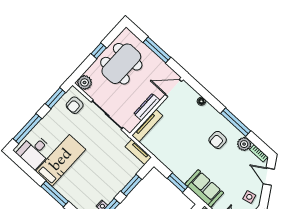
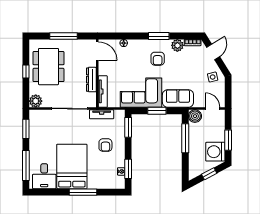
door: (173, 88) -> (97, 51), swing flipped
armchair: (75, 105) -> (105, 145), moved
window: (236, 122) -> (159, 36), width x0.69
tv unit: (138, 152) -> (102, 114), moved
corner sofa: (178, 156) -> (141, 93), added
bed: (61, 160) -> (72, 166), width x1.50
door: (269, 177) -> (213, 52), swing flipped
window: (131, 185) -> (128, 127), moved

